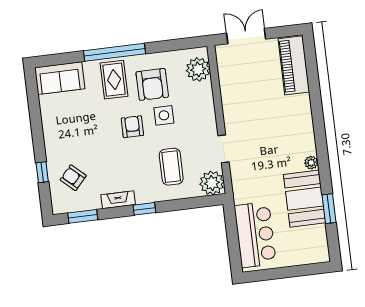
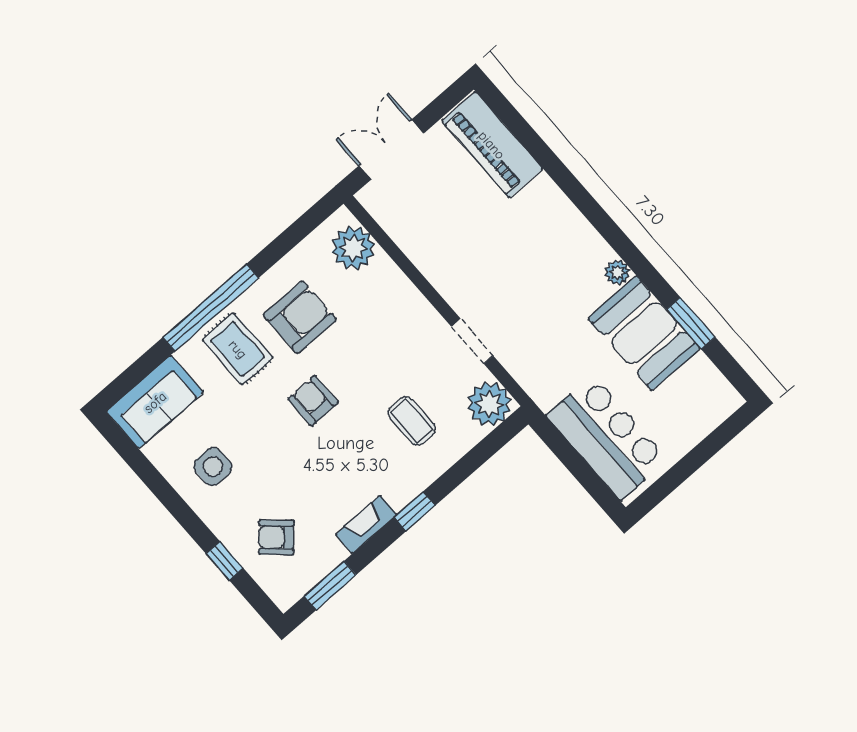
armchair: (152, 84) -> (300, 317), turned -90
side table: (164, 115) -> (213, 467), moved
coffee table: (171, 167) -> (412, 421), width x0.73, depth x0.77

